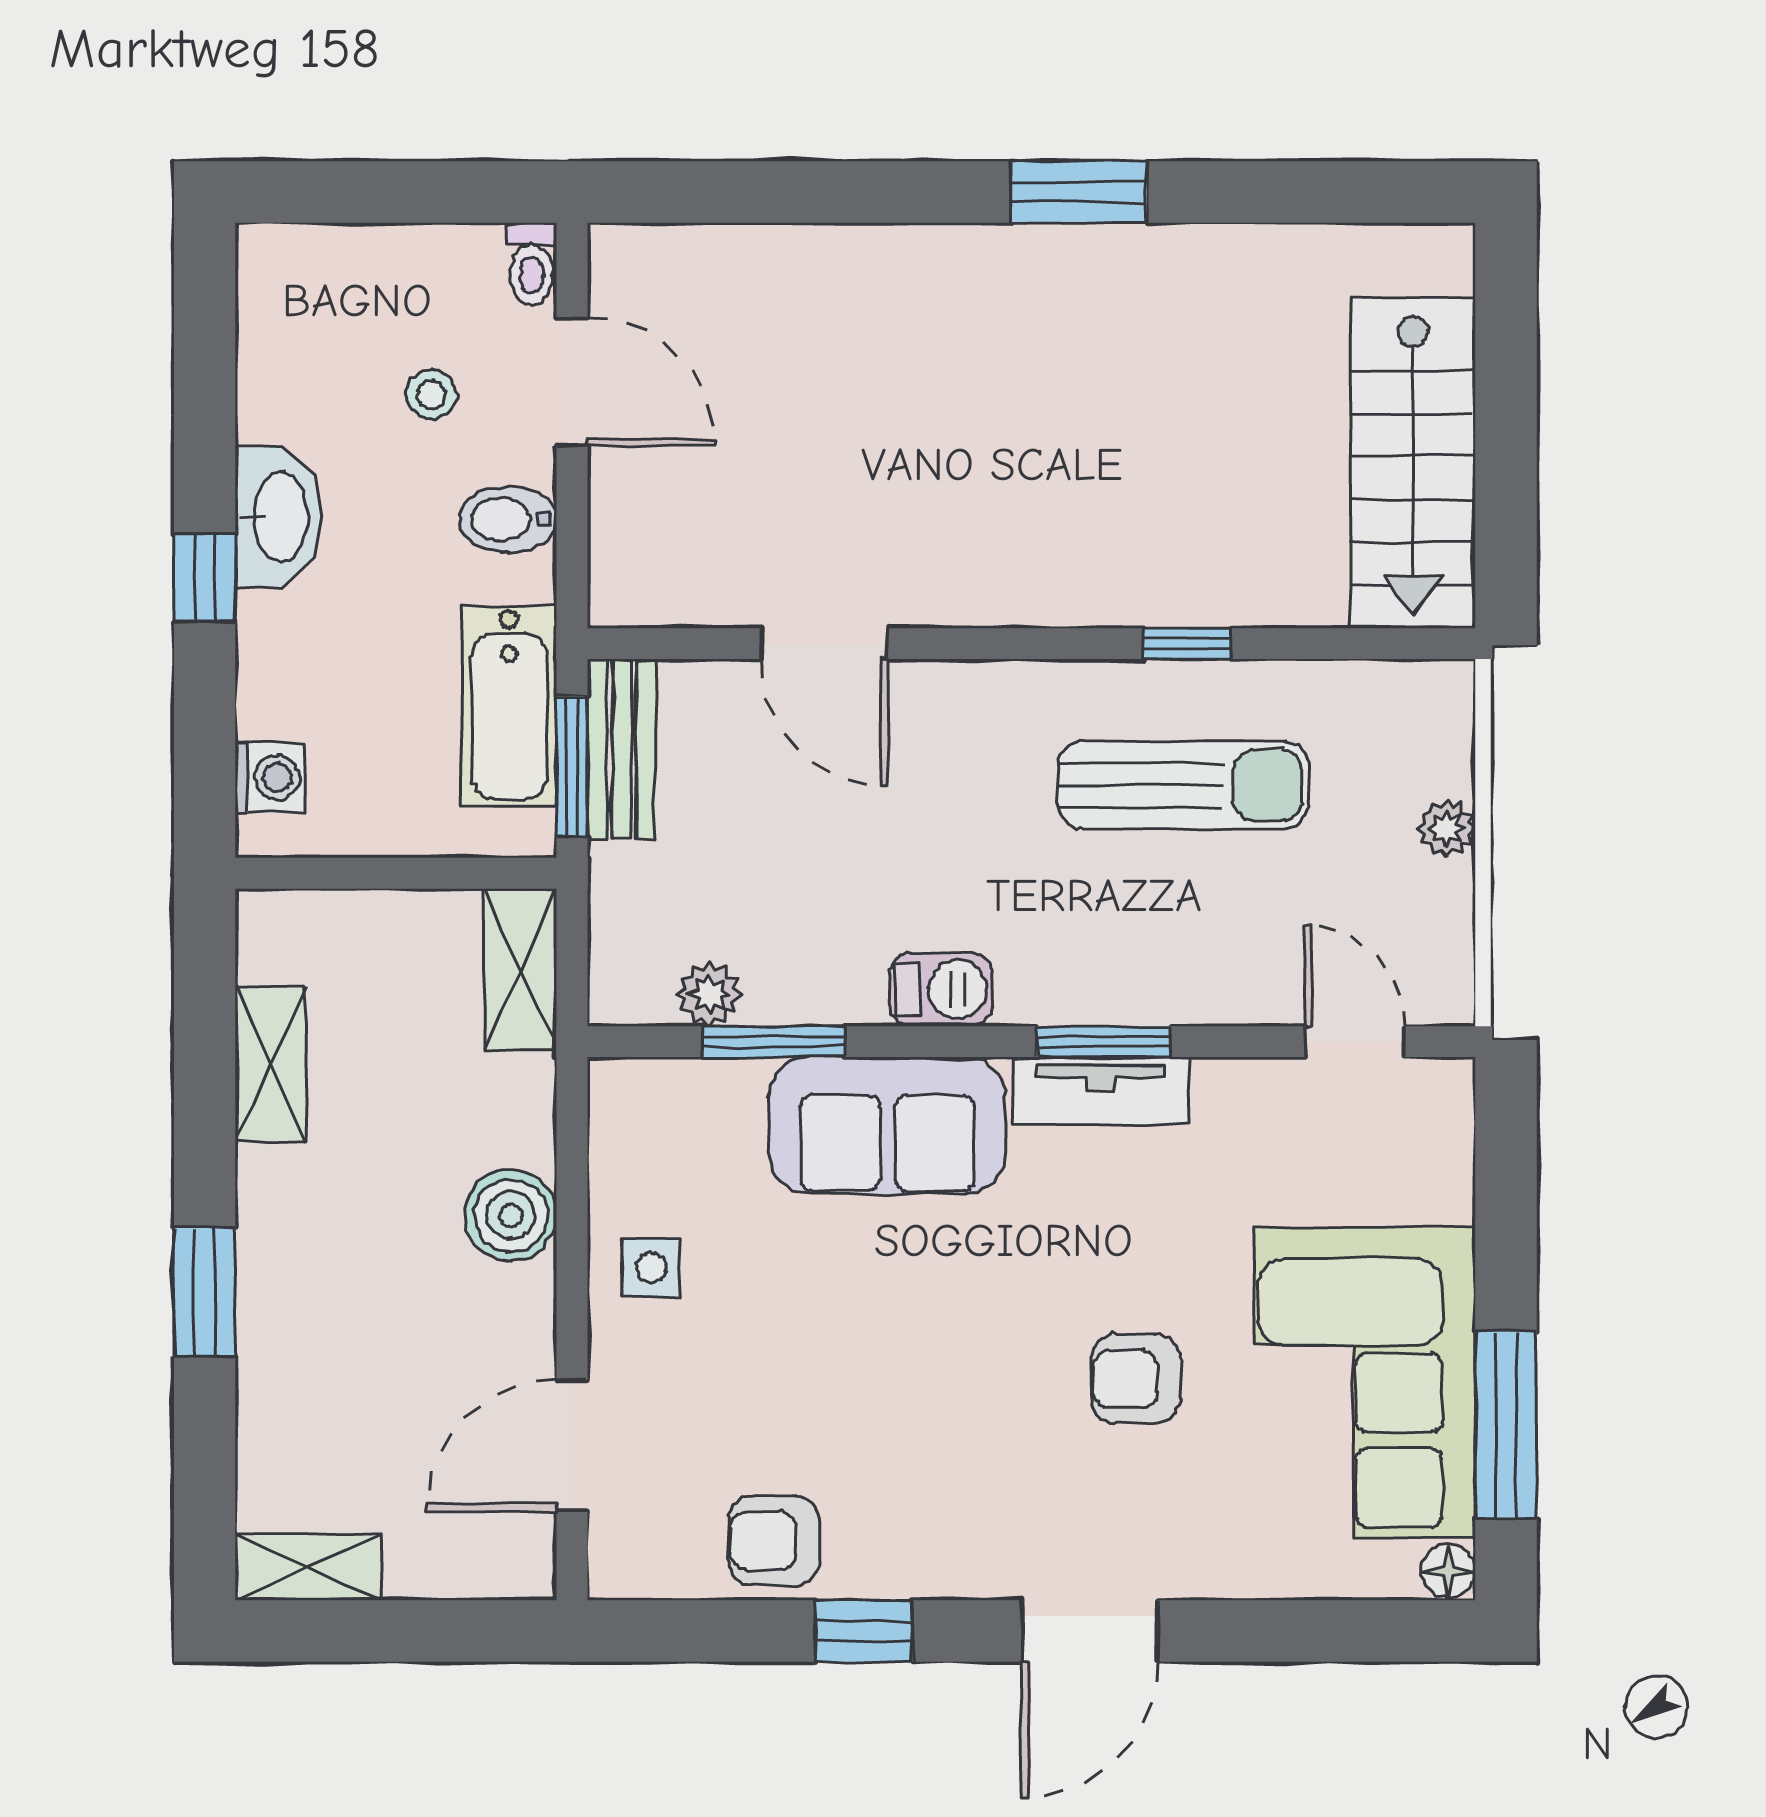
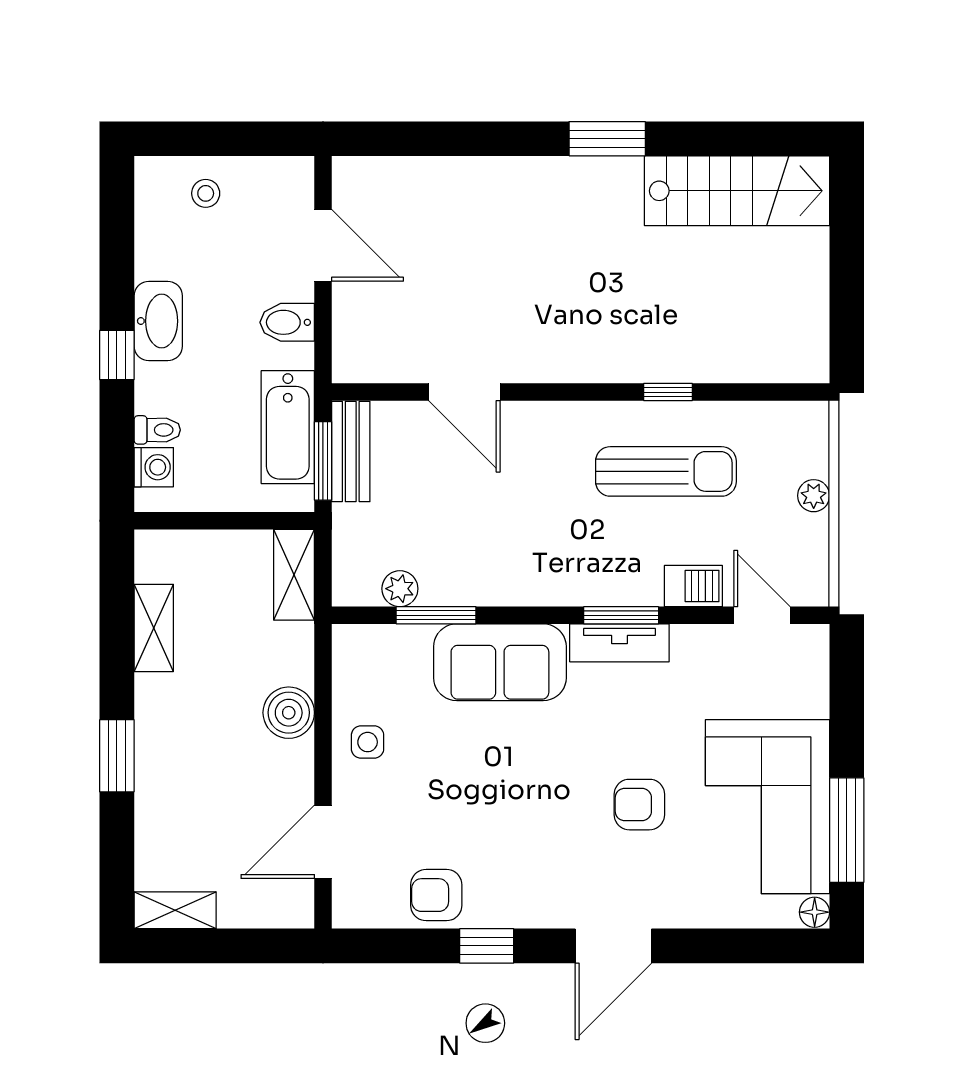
toilet: (531, 264) -> (157, 430), moved, turned -90
stool: (431, 395) -> (206, 193), moved
stairs: (1413, 463) -> (737, 191), moved, turned -90
barbecue: (941, 990) -> (693, 586), moved

